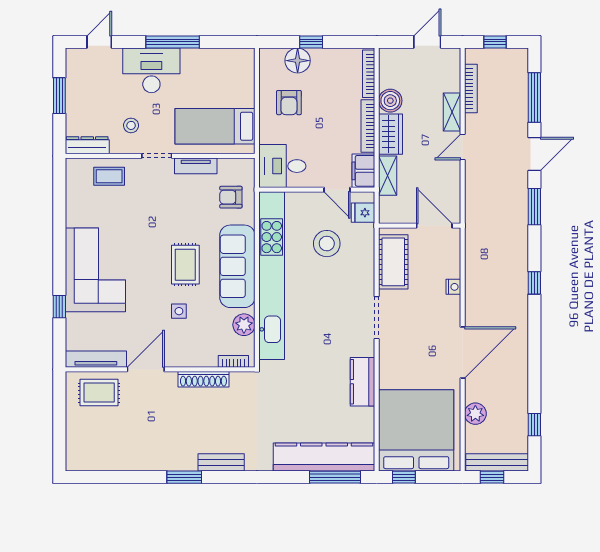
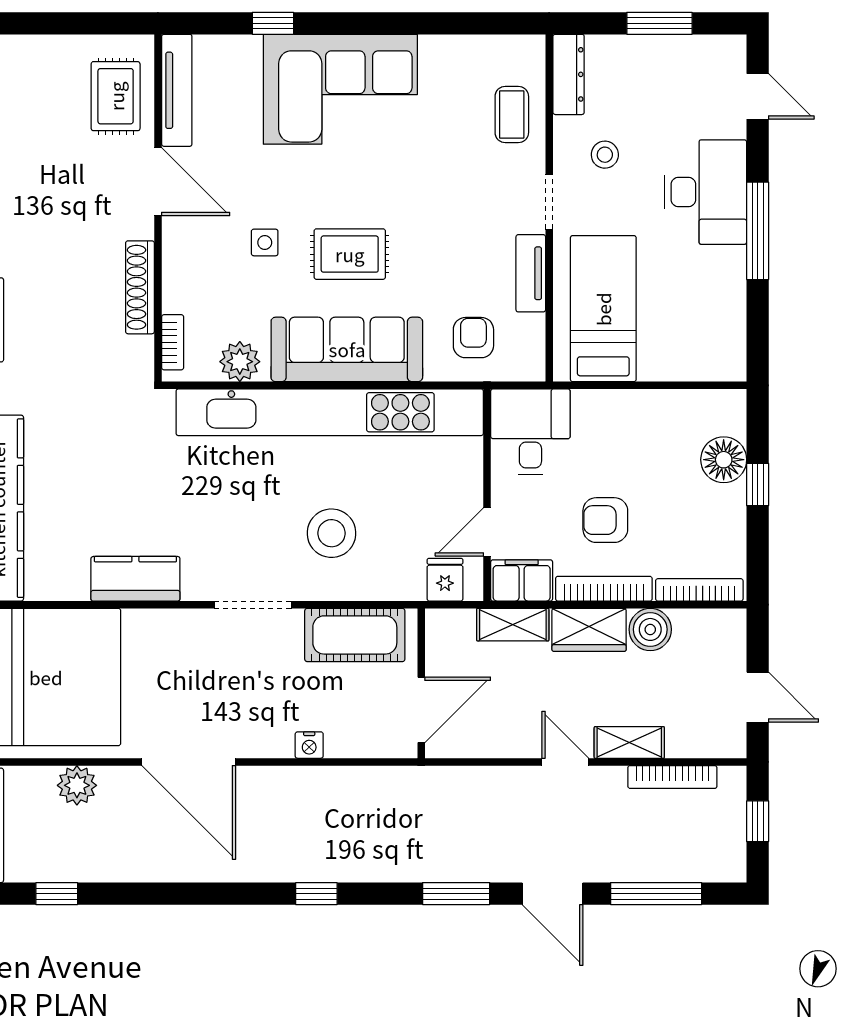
armchair: (289, 103) -> (605, 520), moved
stool: (327, 244) -> (331, 533), moved

